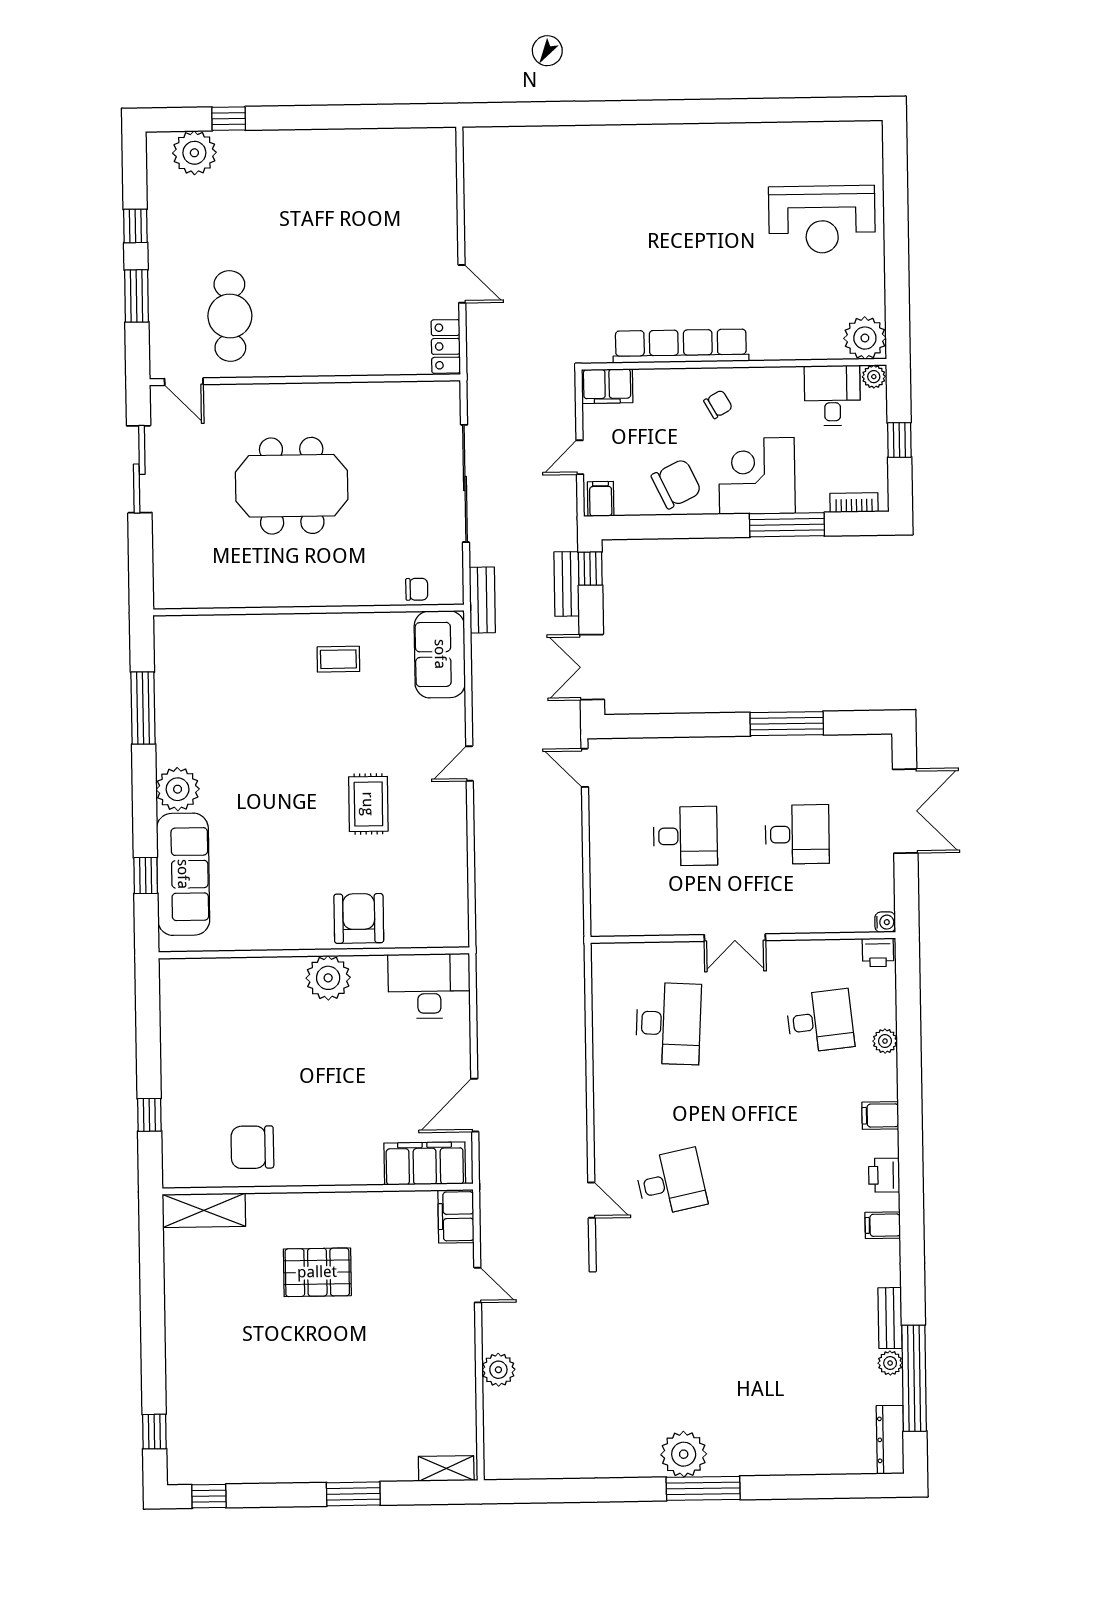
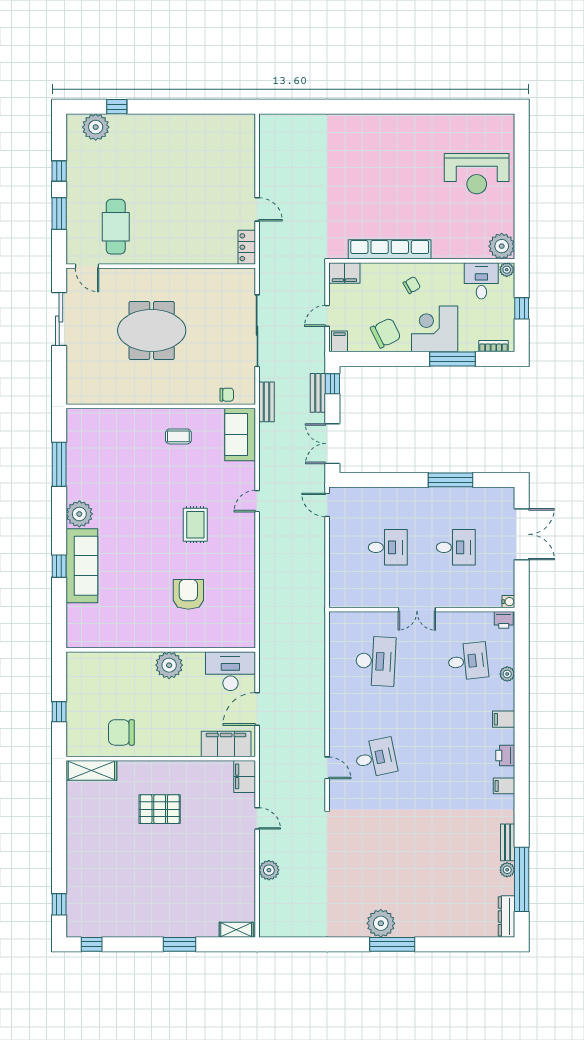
wall: (314, 953) -> (161, 650), moved
plant: (328, 978) -> (169, 665), moved
desk: (429, 986) -> (230, 671), moved

